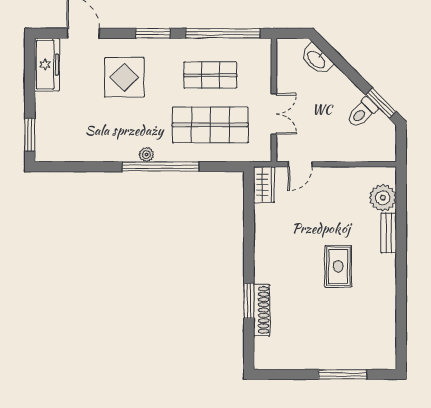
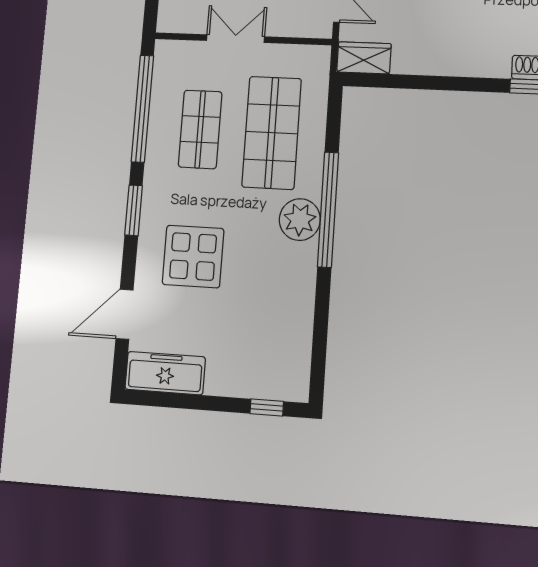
double door: (274, 114) -> (235, 39), moved
window: (30, 135) -> (267, 407), width x0.67
plant: (146, 155) -> (300, 220), width x1.88, depth x1.88

